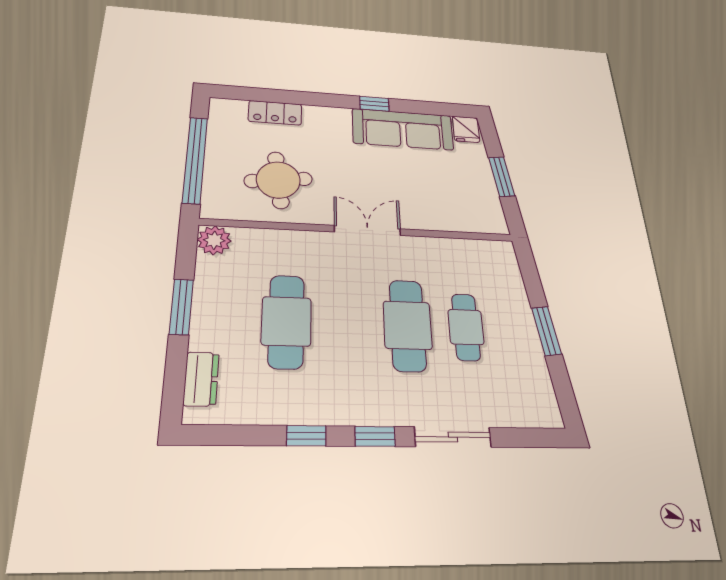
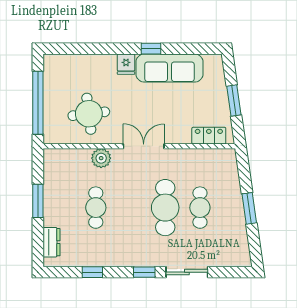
locker: (275, 113) -> (209, 136), moved, turned 180
fridge: (466, 129) -> (126, 64), moved
plant: (214, 240) -> (101, 158), moved
cafe table: (286, 321) -> (96, 208), width x0.73, depth x0.74
window: (306, 436) -> (92, 272), moved

